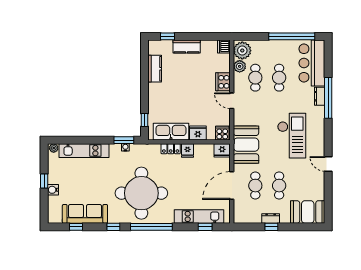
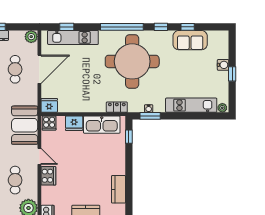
plant: (240, 66) -> (31, 37), moved
booth: (246, 145) -> (25, 125), moved
locker: (171, 149) -> (117, 107), moved
fridge: (188, 151) -> (85, 105), removed
sofa: (85, 214) -> (190, 40), width x0.73
window: (76, 227) -> (188, 27), moved

